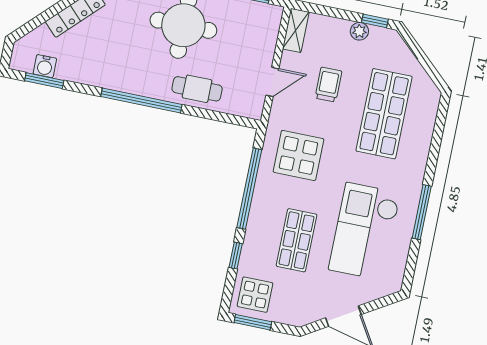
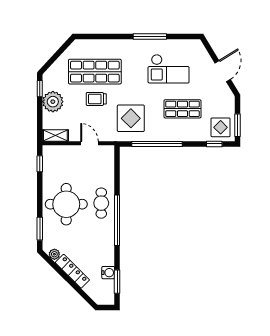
plant: (359, 31) -> (53, 102), width x1.87, depth x1.87
water cooler: (45, 66) -> (108, 273), moved
trolley: (328, 85) -> (96, 99), moved
cafe table: (197, 89) -> (101, 203), moved
checkout: (365, 231) -> (169, 69), width x0.73, depth x0.83
window: (236, 256) -> (214, 144), moved

